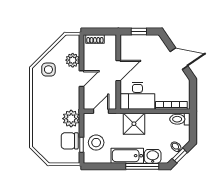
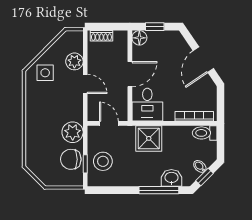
floor lamp: (126, 41) -> (139, 38), added
door: (179, 59) -> (203, 60), swing flipped
door: (82, 79) -> (85, 84), hinge flipped
desk: (137, 96) -> (147, 105), width x0.73
door: (101, 111) -> (109, 123), hinge flipped
bathtub: (127, 156) -> (141, 177), removed

